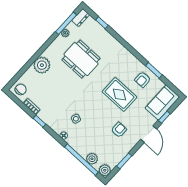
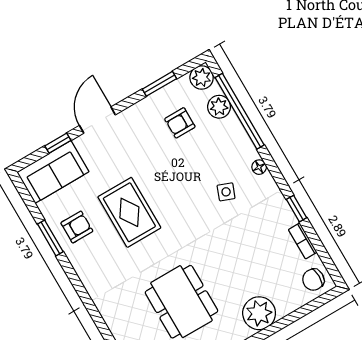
armchair: (119, 130) -> (180, 123), moved

